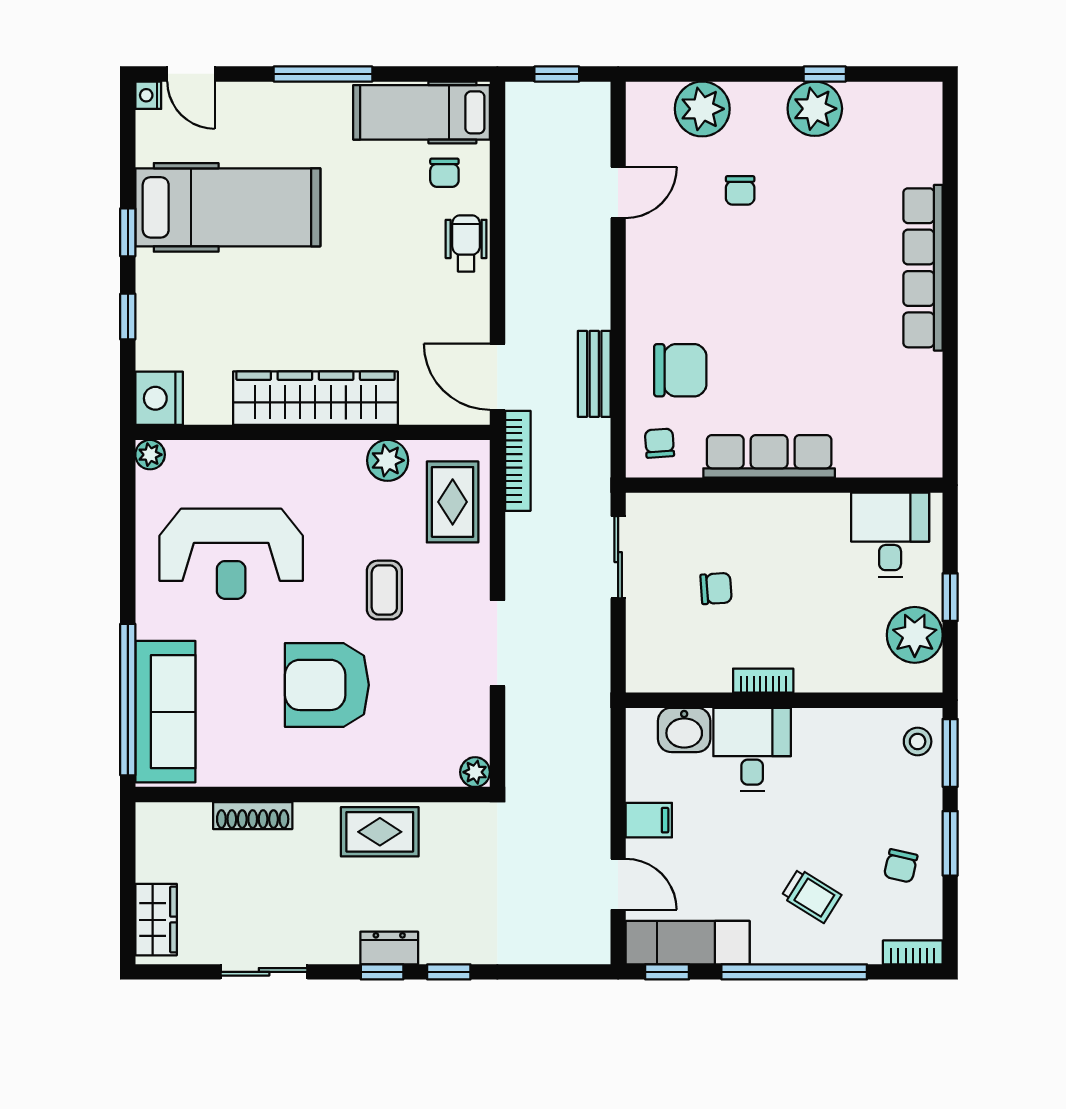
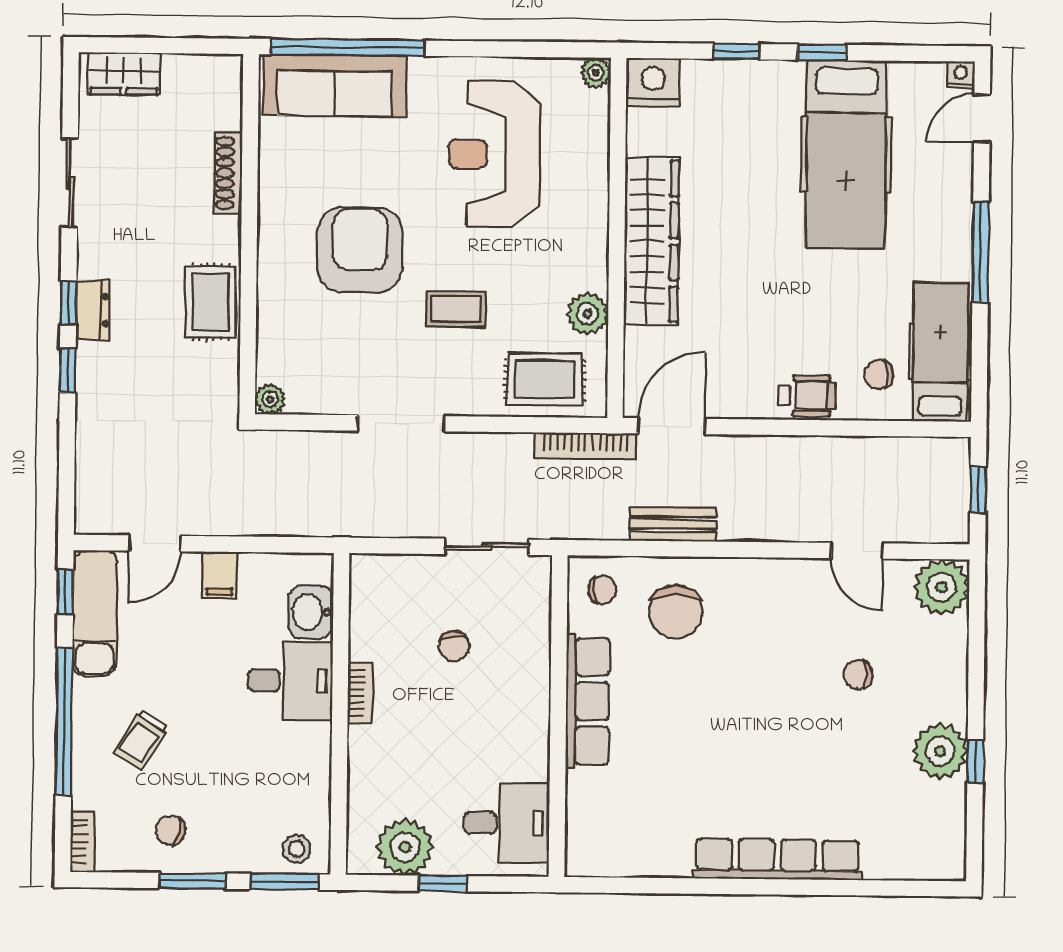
plant: (702, 109) -> (942, 587), moved

